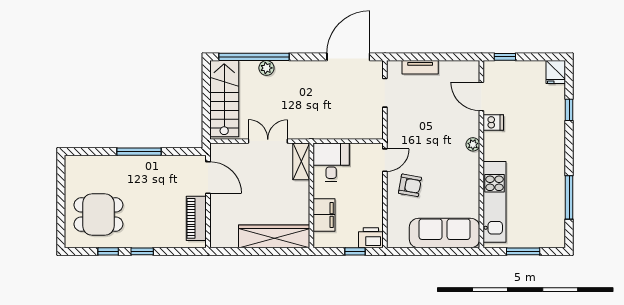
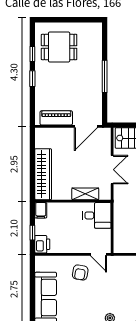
shelving: (301, 161) -> (85, 194), moved
dining table: (98, 214) -> (59, 47), turned 90
filing cabinet: (324, 215) -> (41, 210), moved, width x0.50

